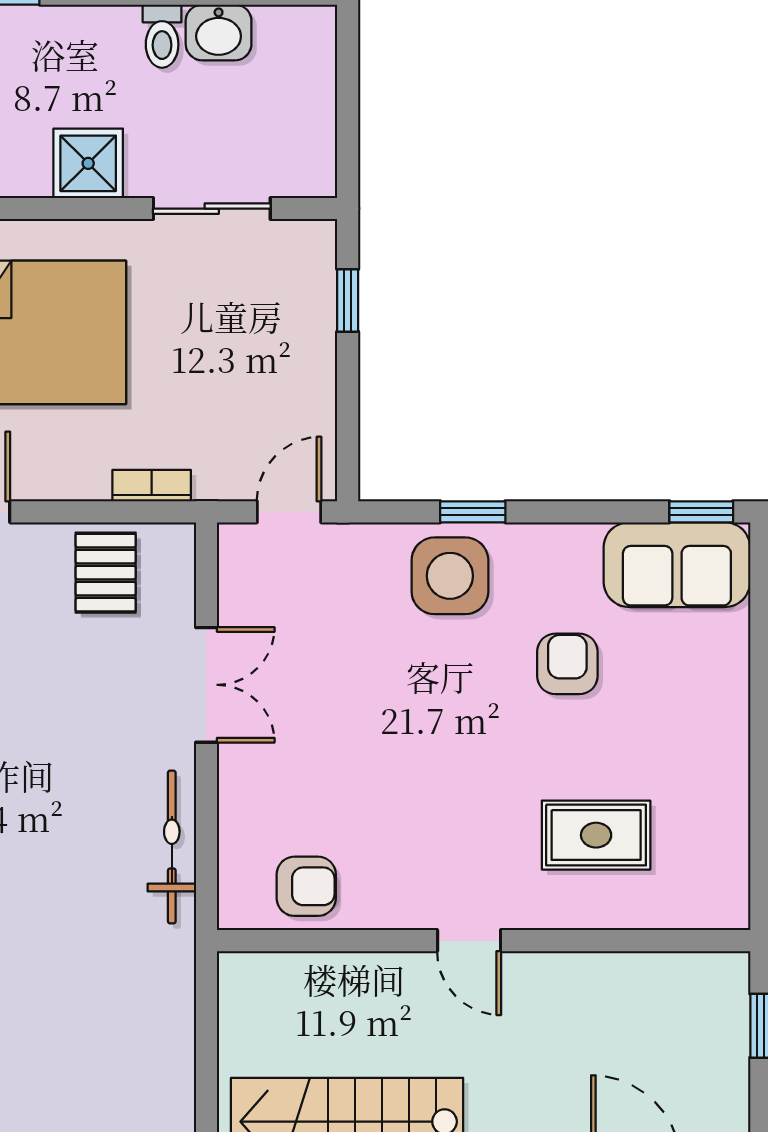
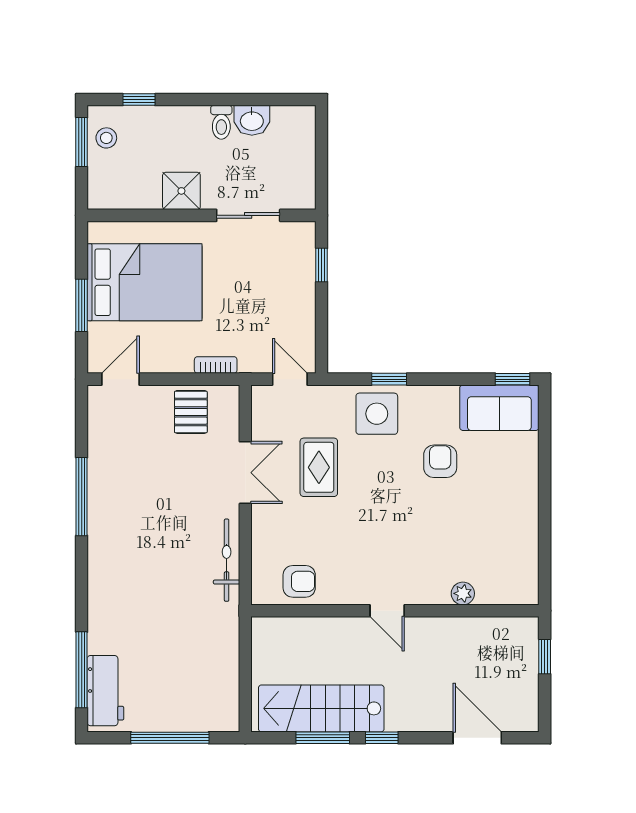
door: (289, 512) -> (290, 379), hinge flipped
rug: (596, 835) -> (319, 467), moved, turned 90
plant: (609, 909) -> (463, 593), added

